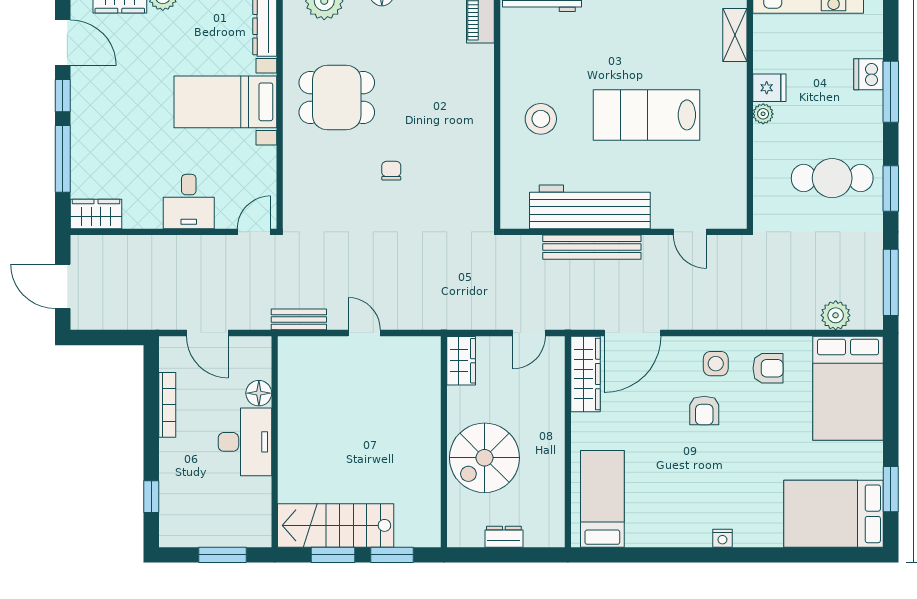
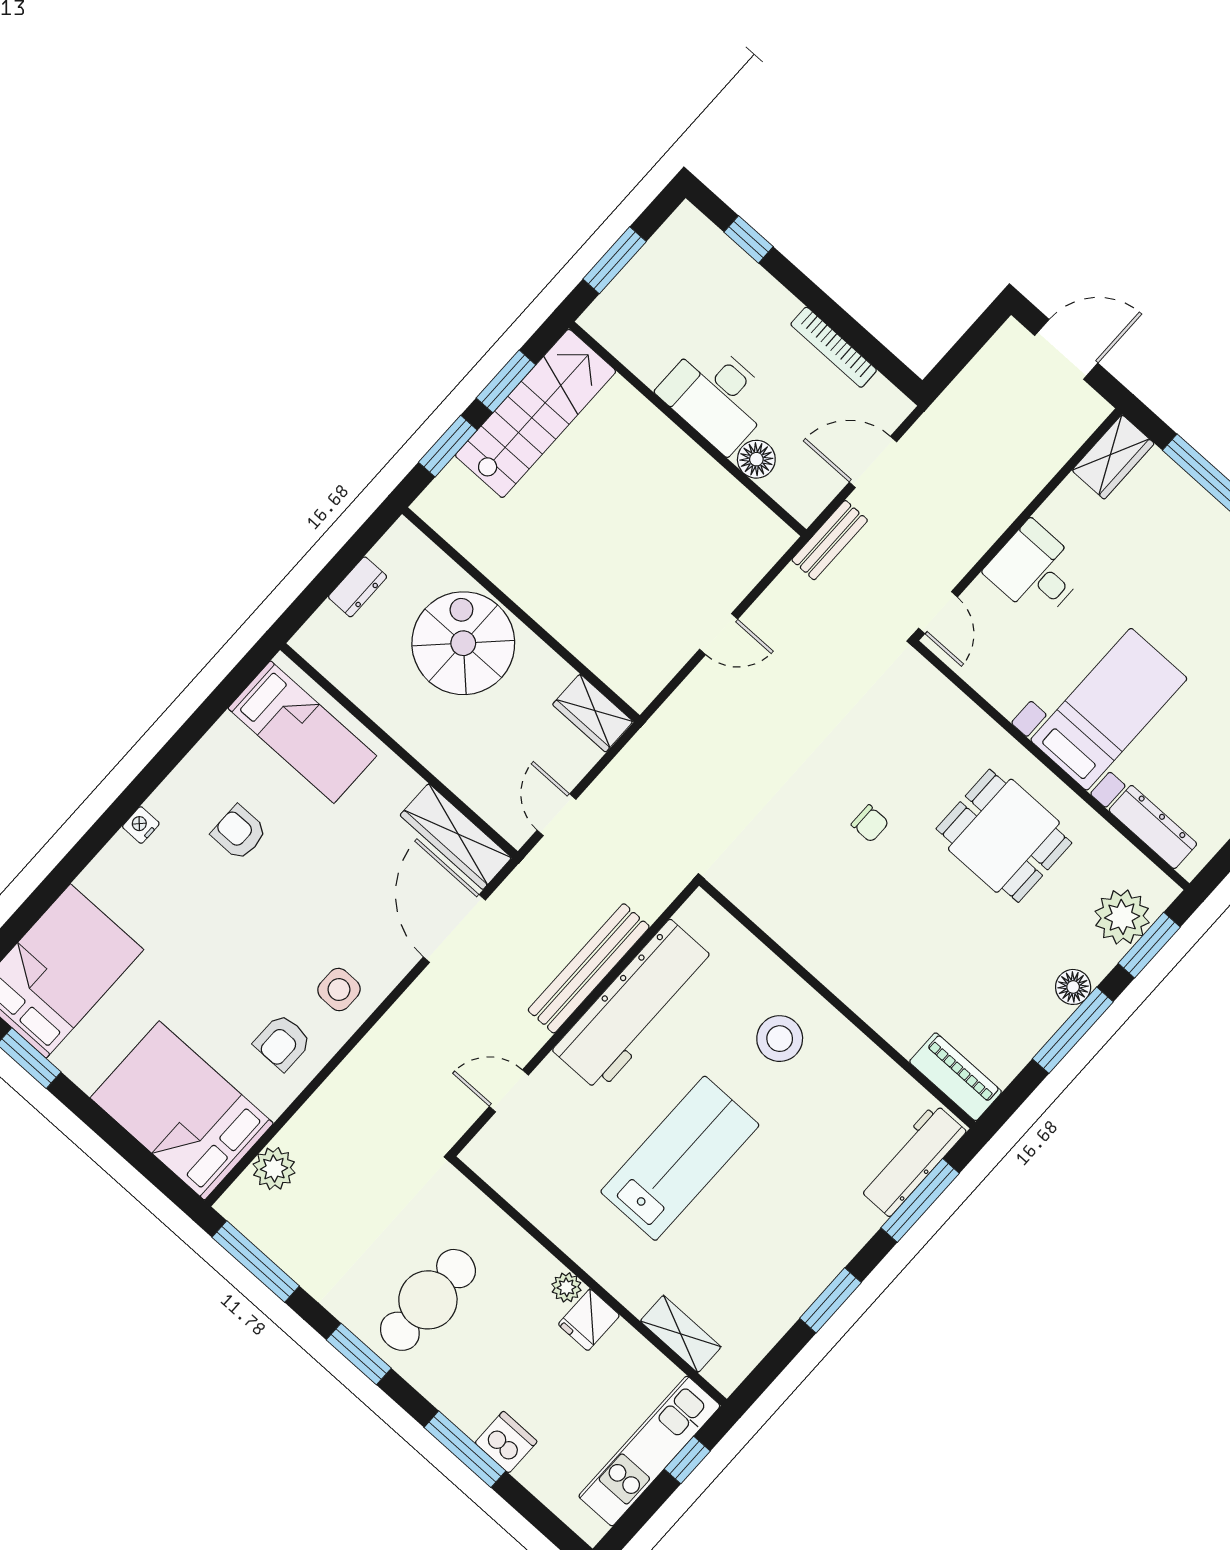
dining table: (337, 97) -> (1004, 836), turned 90
bench: (299, 319) -> (830, 540), moved
armchair: (704, 411) -> (239, 833), moved

